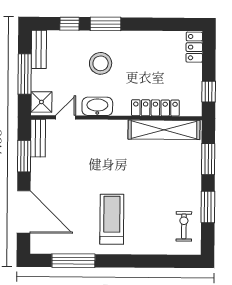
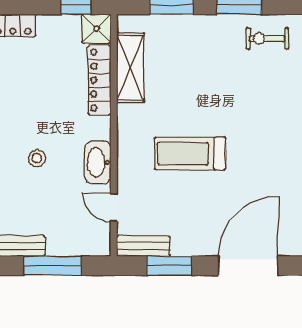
stool: (101, 63) -> (37, 158), width x0.53, depth x0.53
shower: (41, 102) -> (96, 29), moved
shelving: (164, 130) -> (130, 68), width x0.68
treadmill: (112, 219) -> (190, 153), moved

